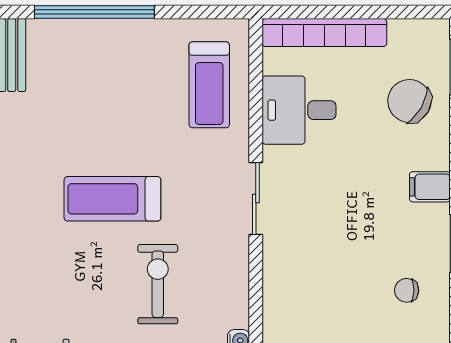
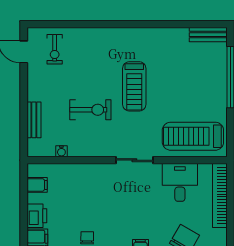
treadmill: (209, 85) -> (193, 136), width x1.37, depth x1.38
treadmill: (112, 199) -> (134, 86), turned 180

